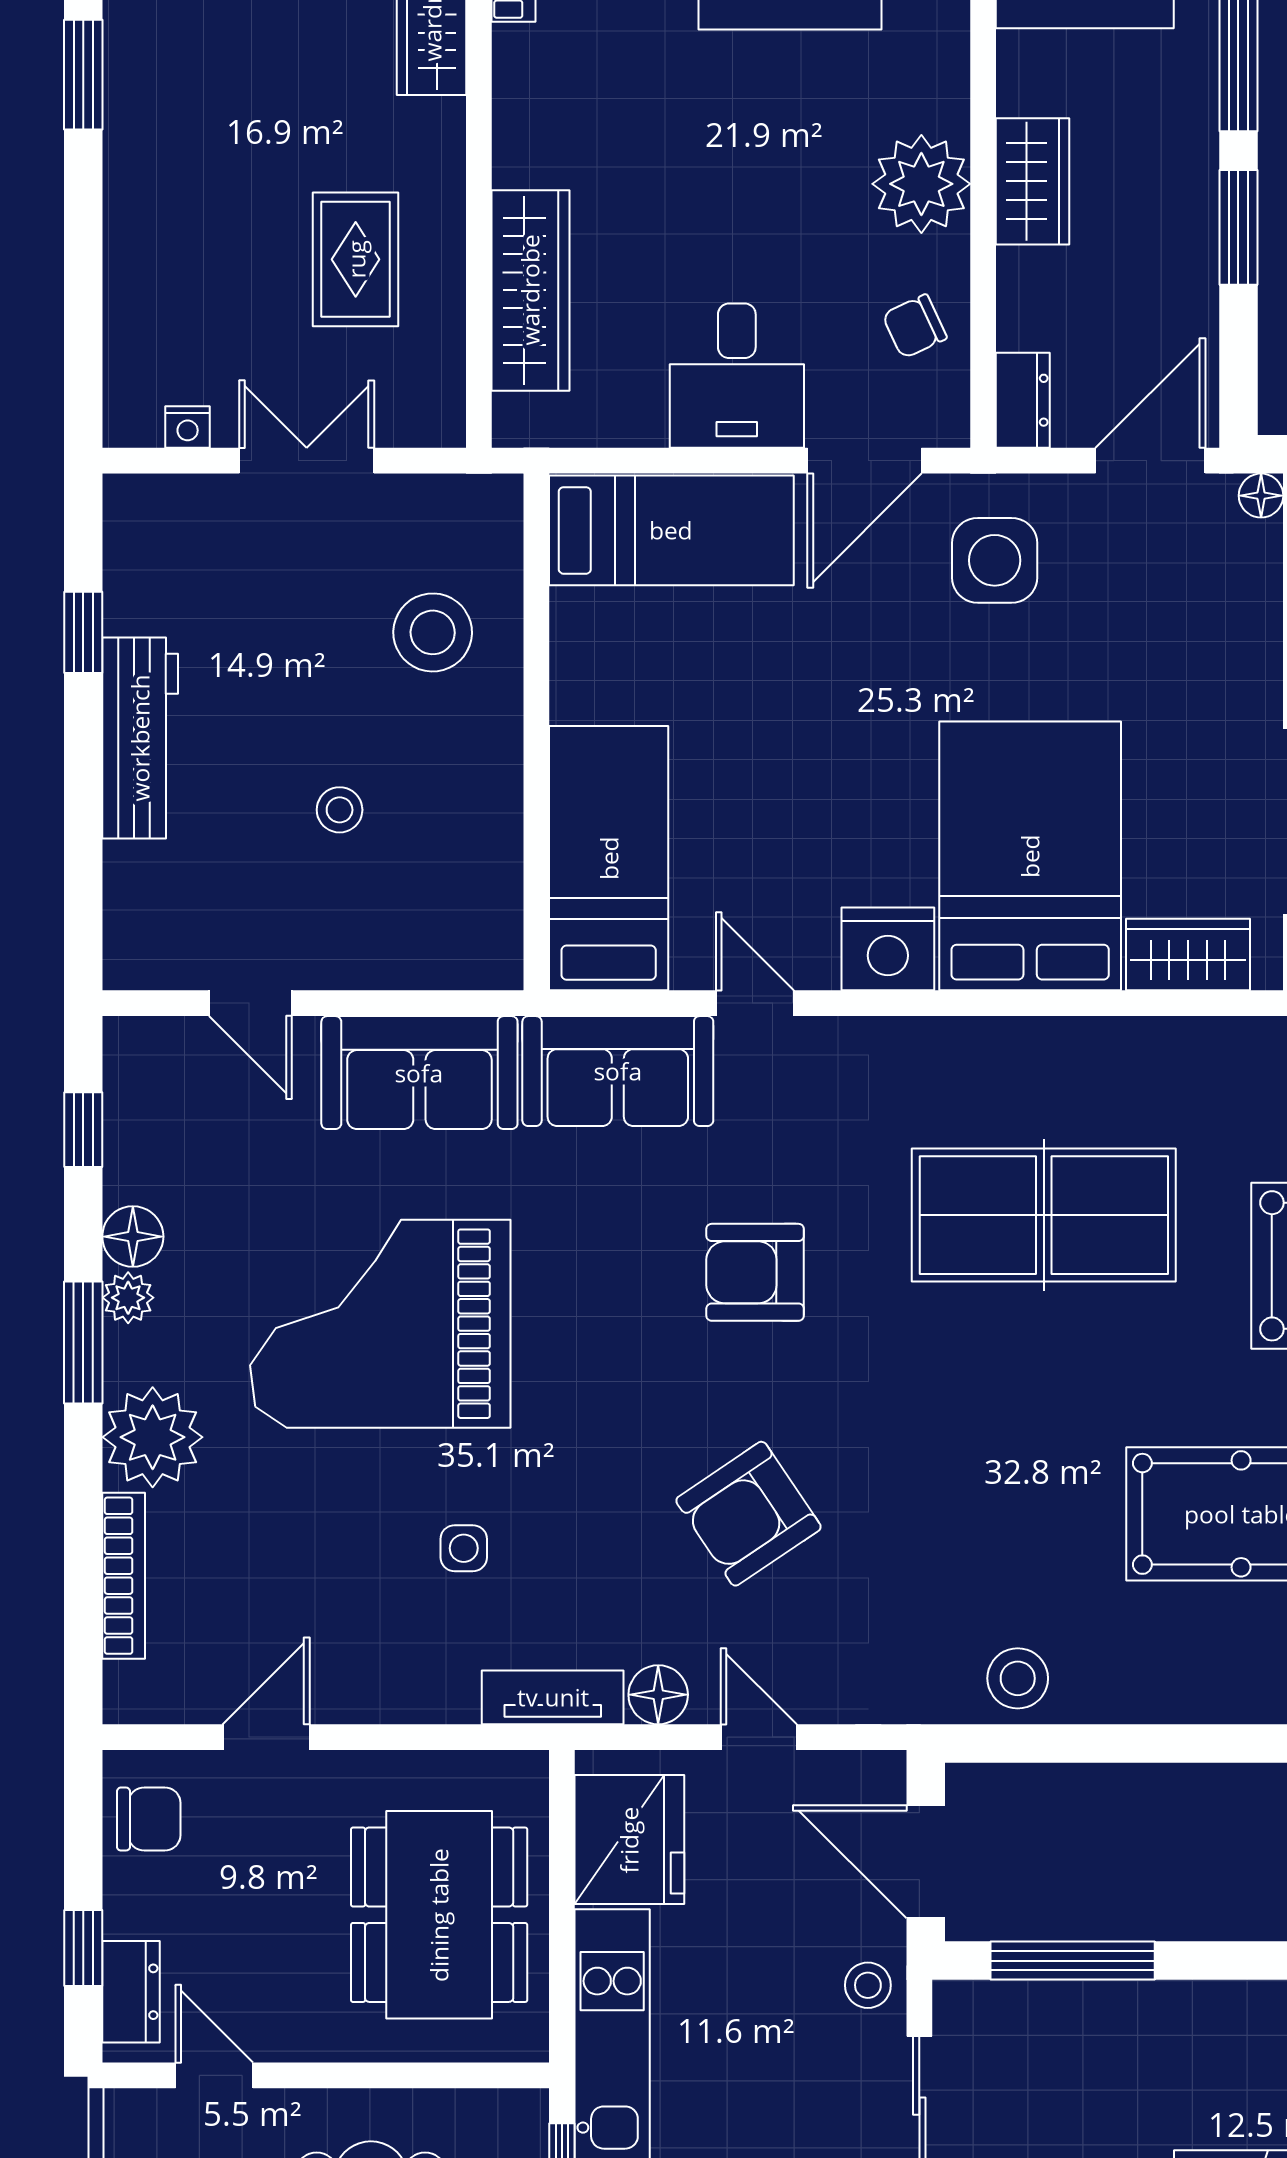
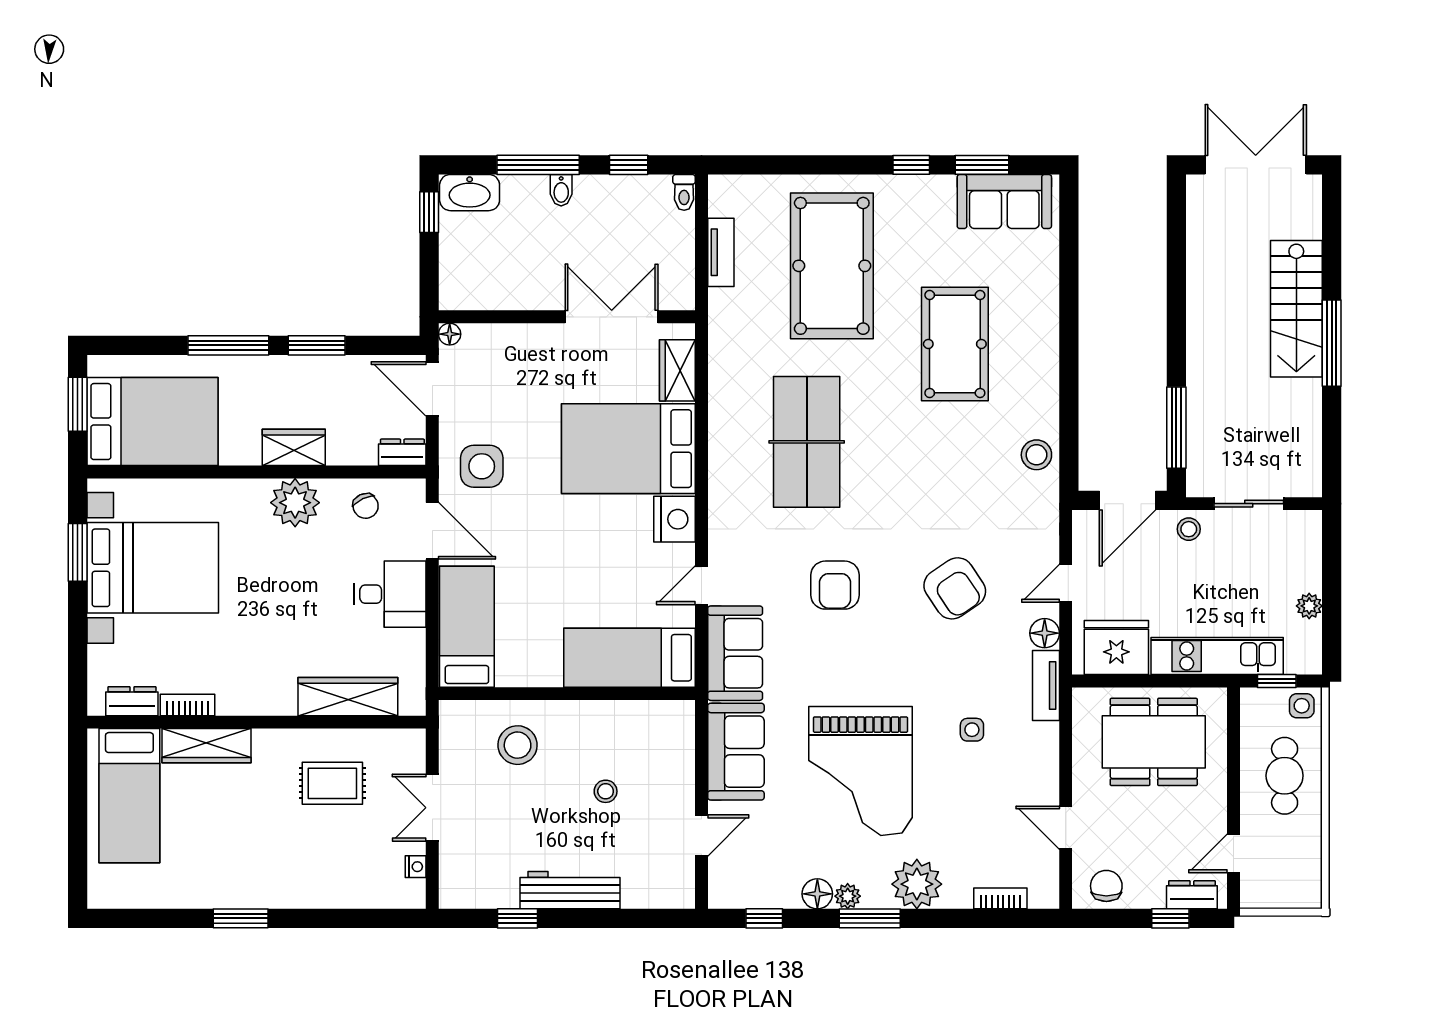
bookcase: (124, 1576) -> (1000, 898), width x0.64

